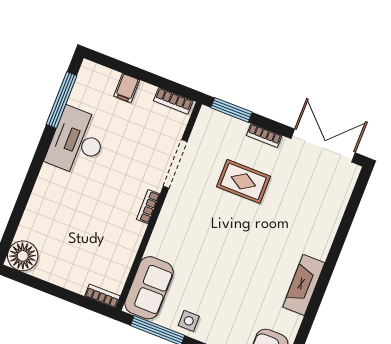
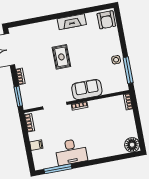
rug: (243, 181) -> (61, 57), moved
sofa: (149, 288) -> (87, 89), moved

